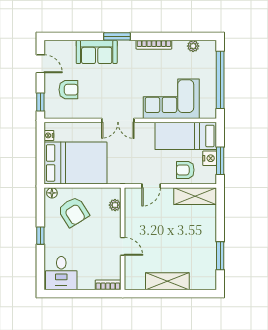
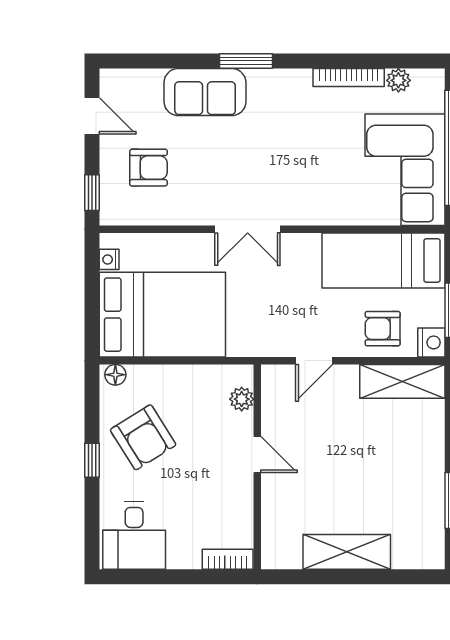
bookcase: (154, 45) -> (349, 78), moved
corner sofa: (171, 99) -> (405, 170), moved, turned -90
nightstand: (210, 158) -> (431, 342), moved
armchair: (73, 212) -> (143, 437), moved
door: (123, 246) -> (257, 454), moved

